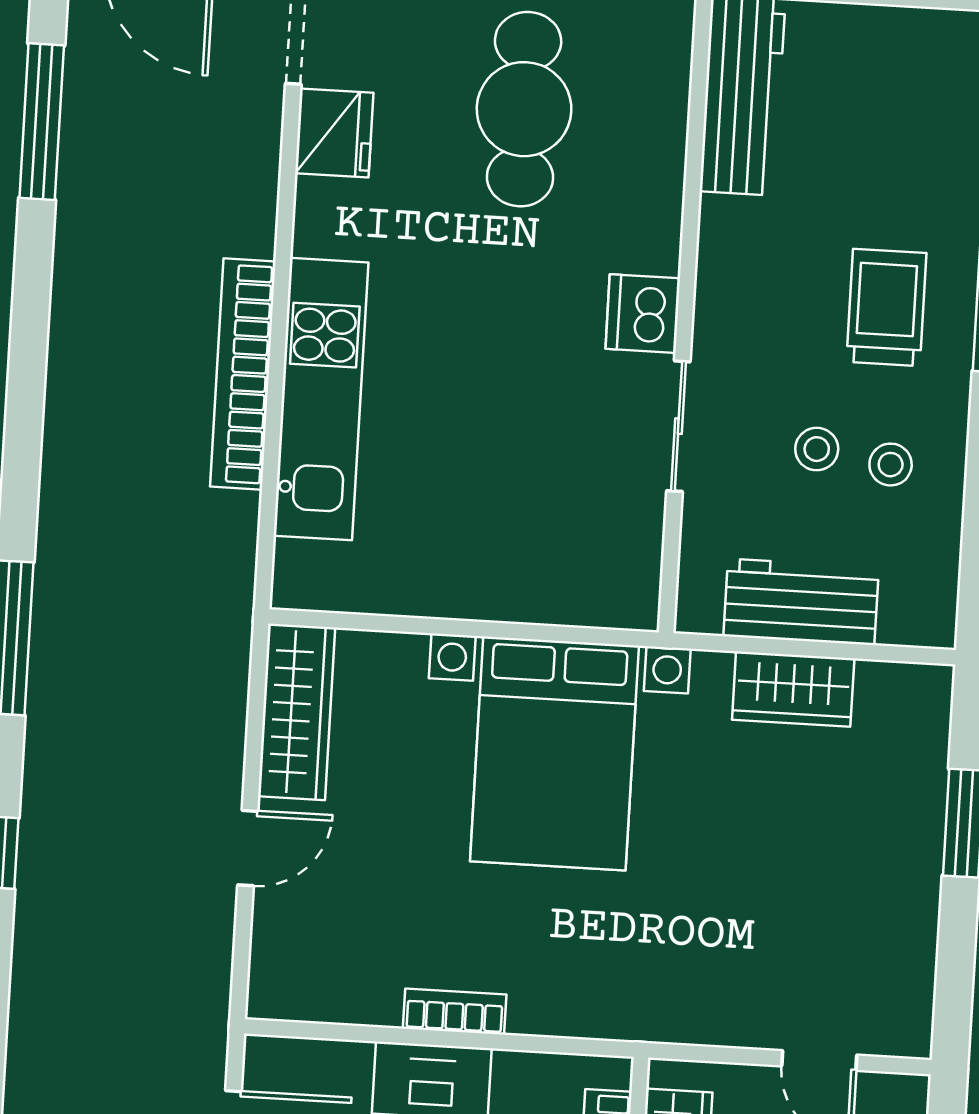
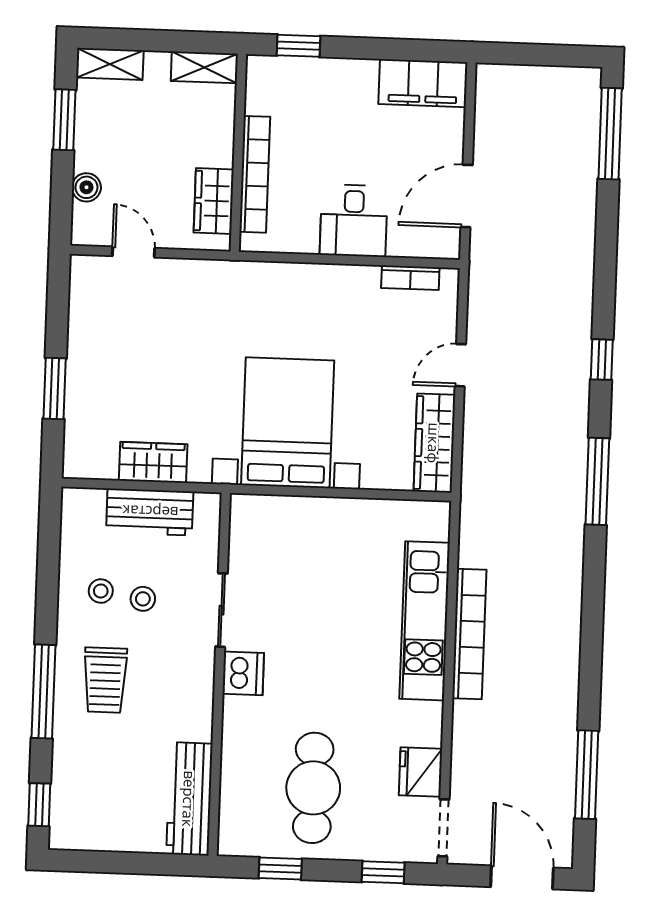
bookcase: (455, 1011) -> (410, 278), moved

